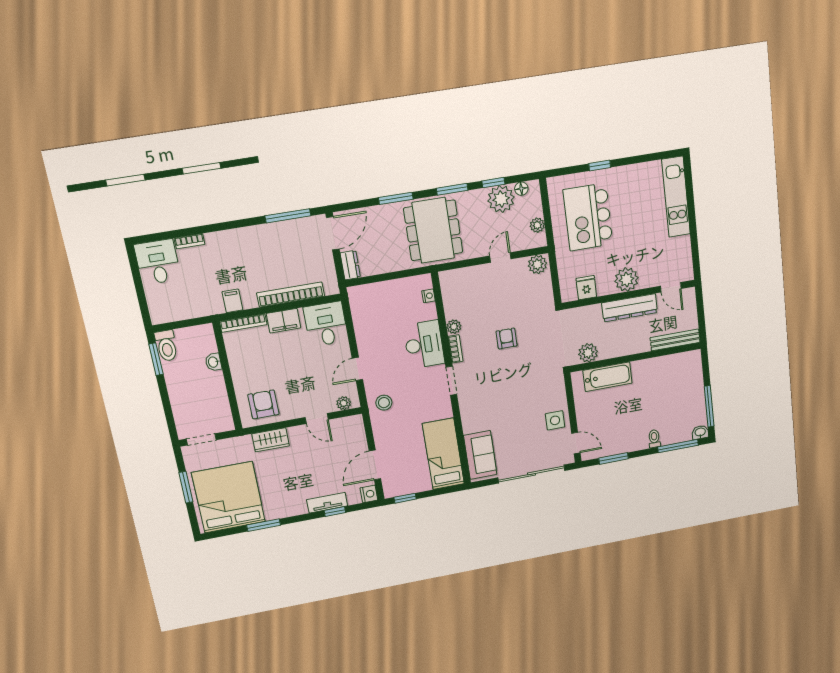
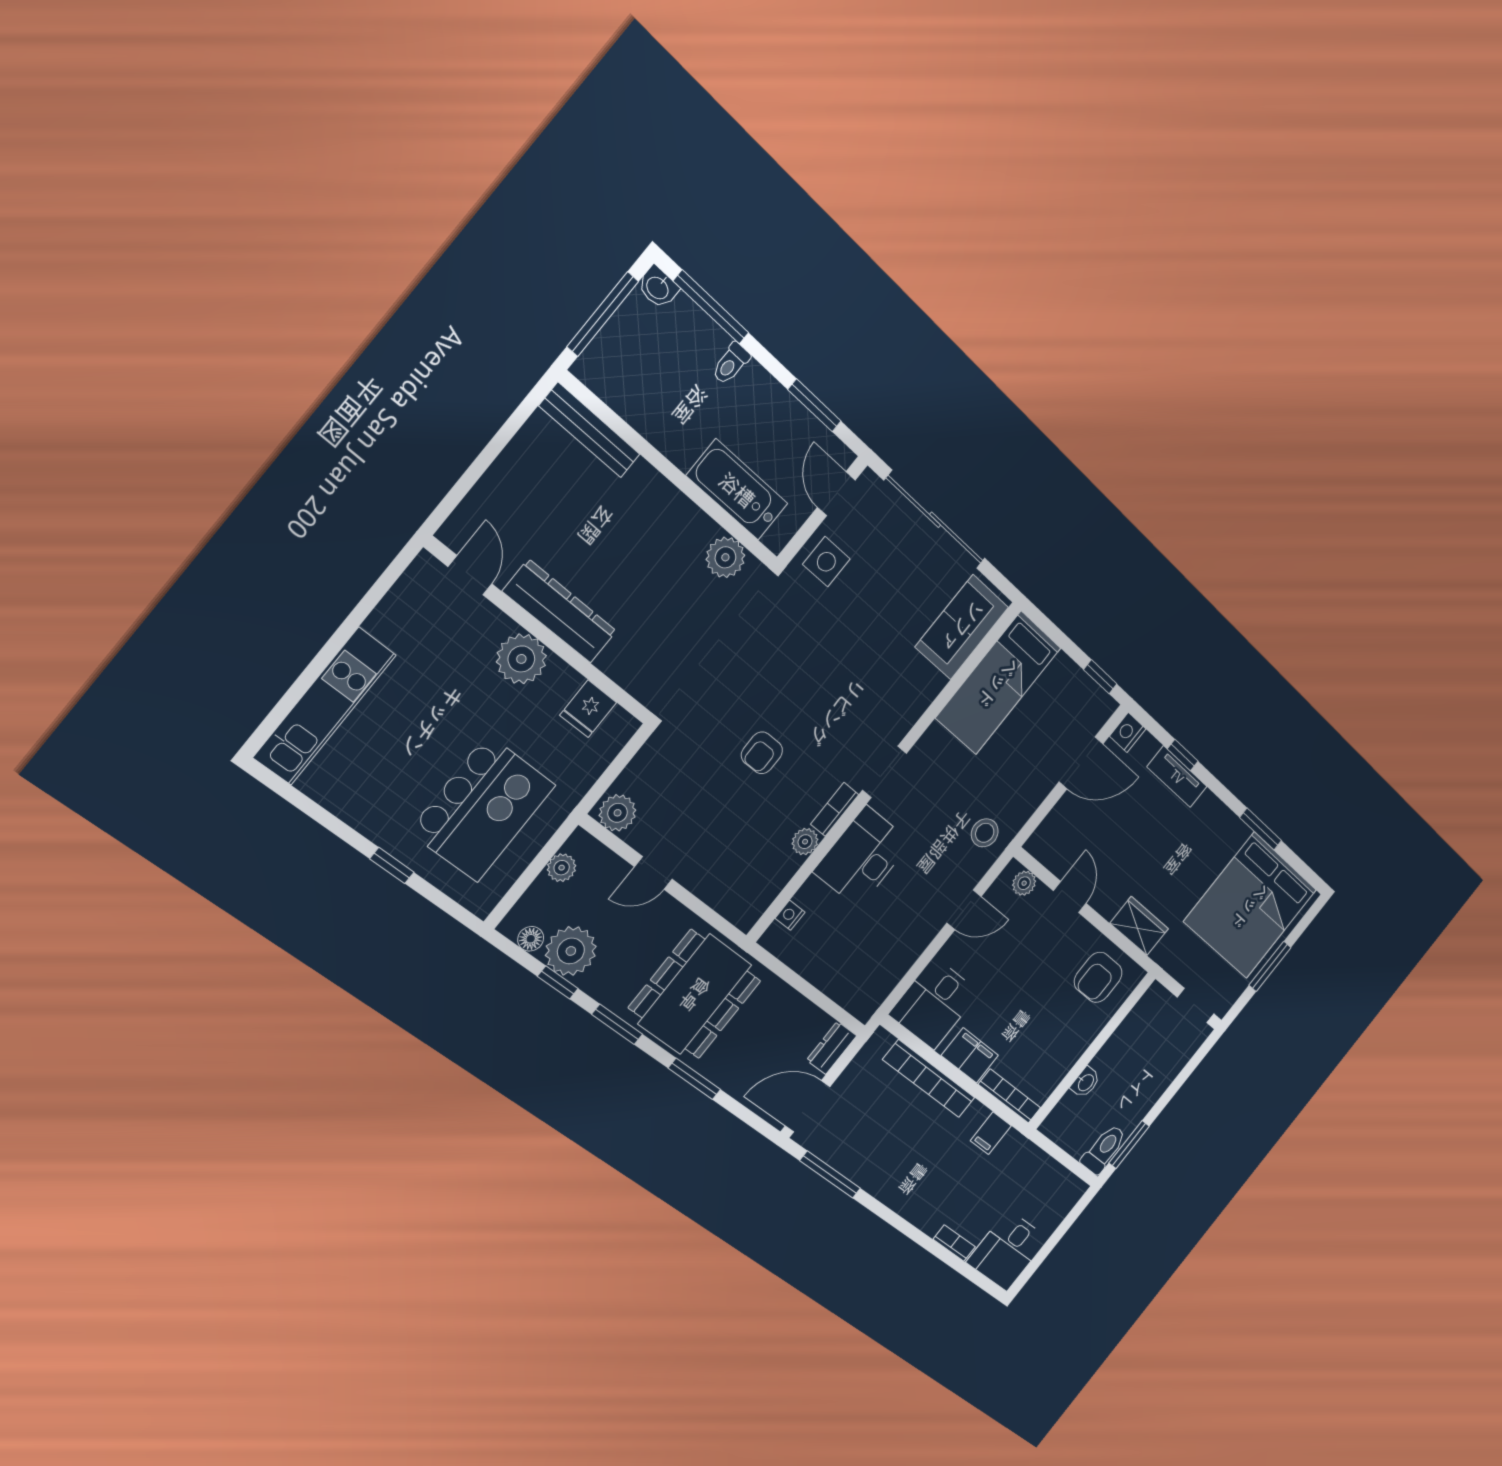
bench: (675, 340) -> (590, 430), moved
plant: (588, 353) -> (725, 557), moved
wall: (636, 357) -> (671, 472), moved
bathtub: (607, 377) -> (737, 490), moved

